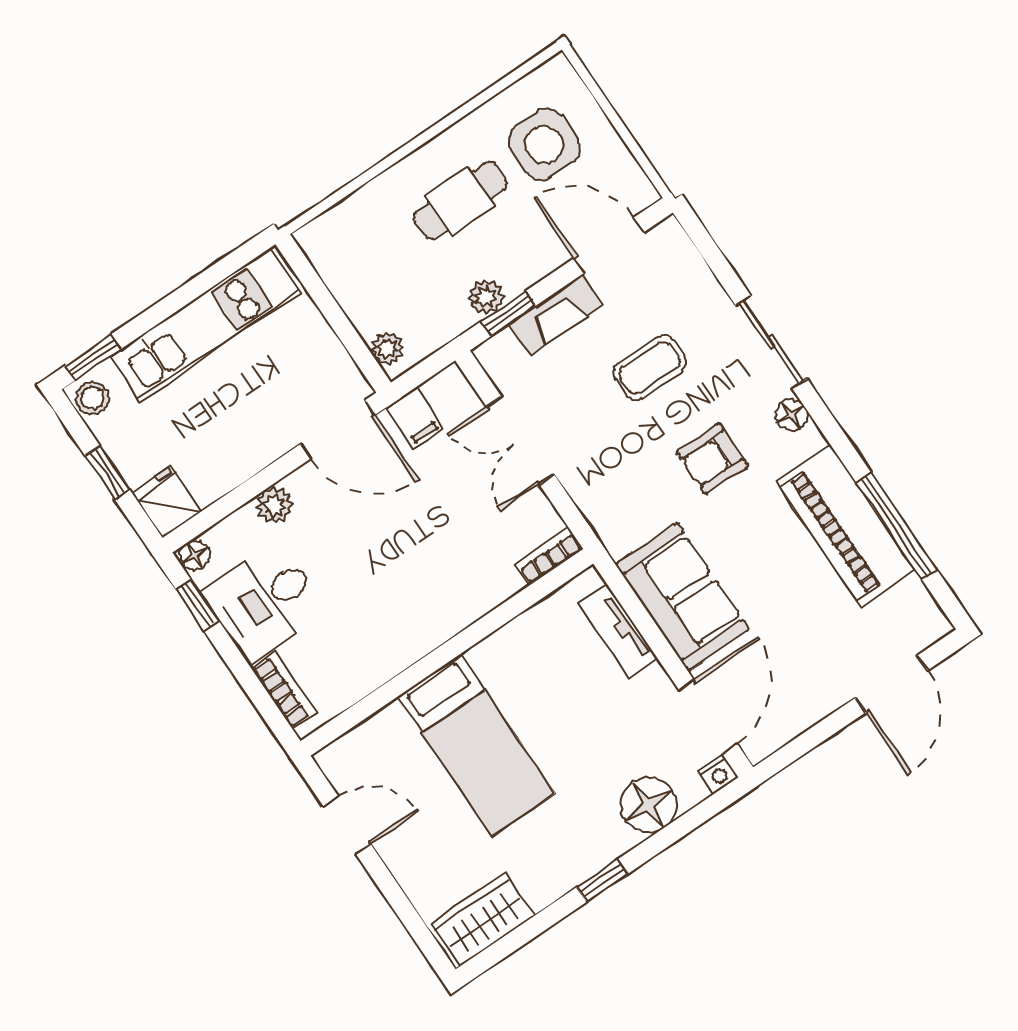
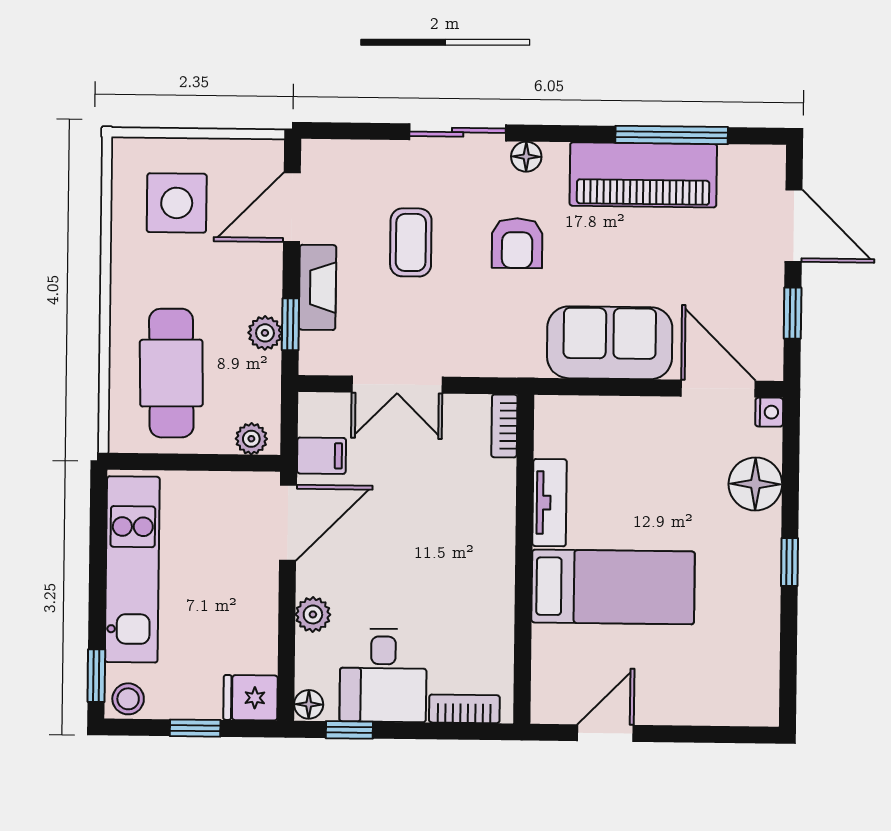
cafe table: (460, 201) -> (171, 373), moved, width x1.37, depth x1.35
tv unit: (619, 631) -> (550, 503), moved, turned -90
window: (816, 735) -> (793, 313), added
wardrobe: (483, 919) -> (754, 678), removed

